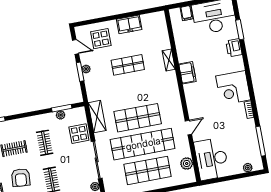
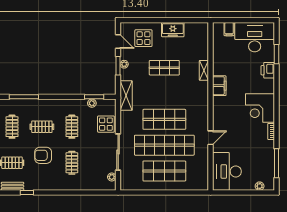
shelving: (97, 117) -> (126, 96), moved
plant: (187, 163) -> (203, 171), removed
armchair: (21, 178) -> (43, 155), turned 85

